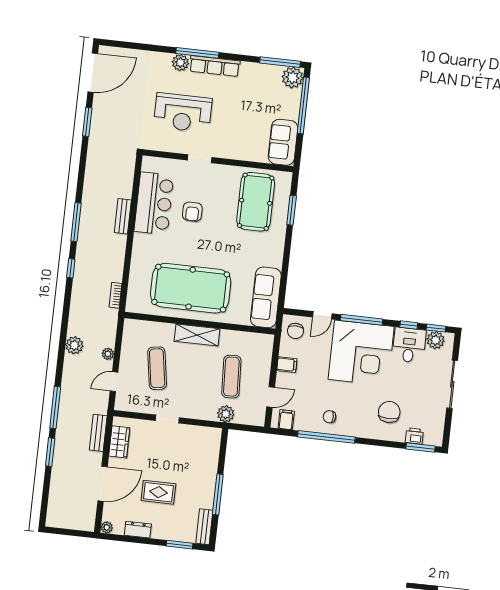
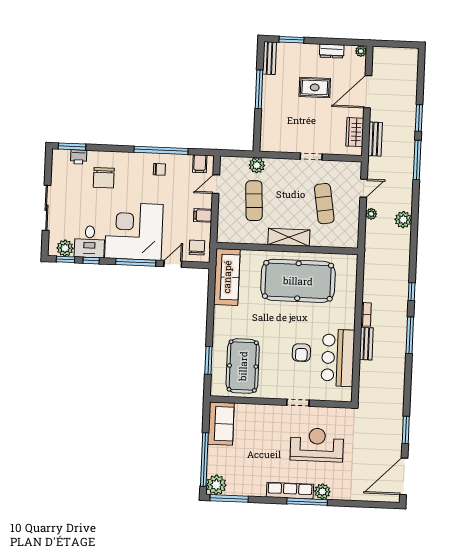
armchair: (192, 212) -> (301, 353), turned 180
bookcase: (116, 295) -> (366, 314), moved

